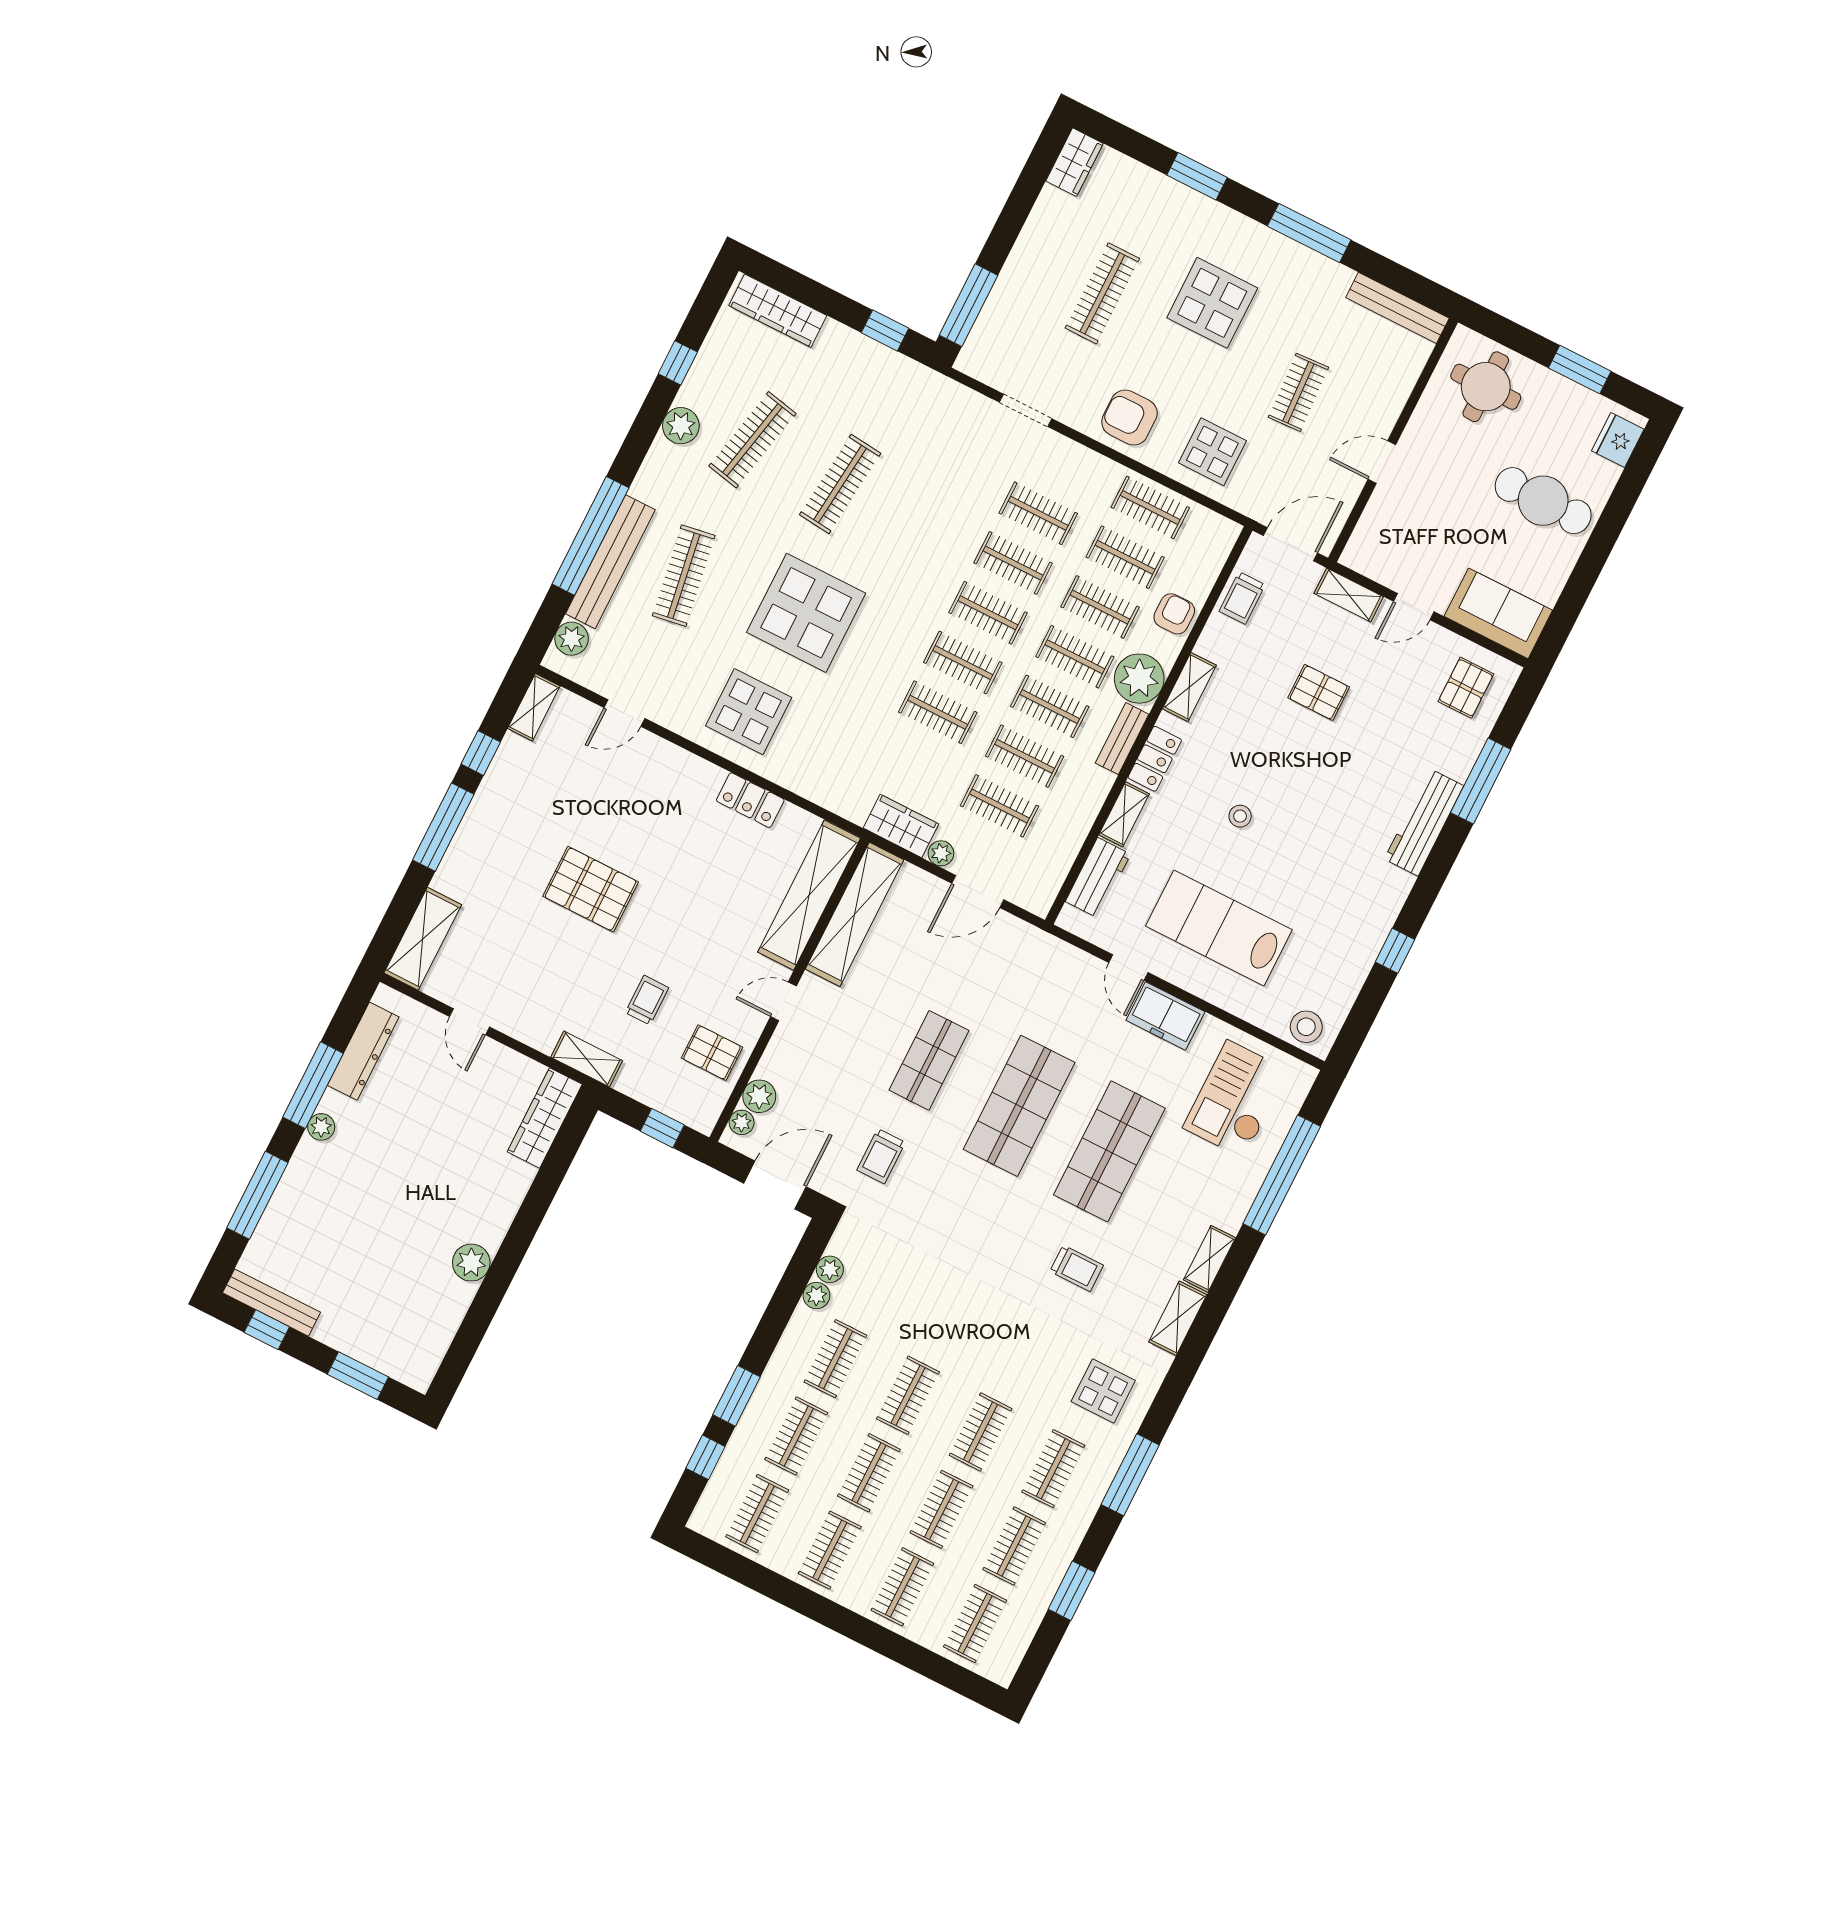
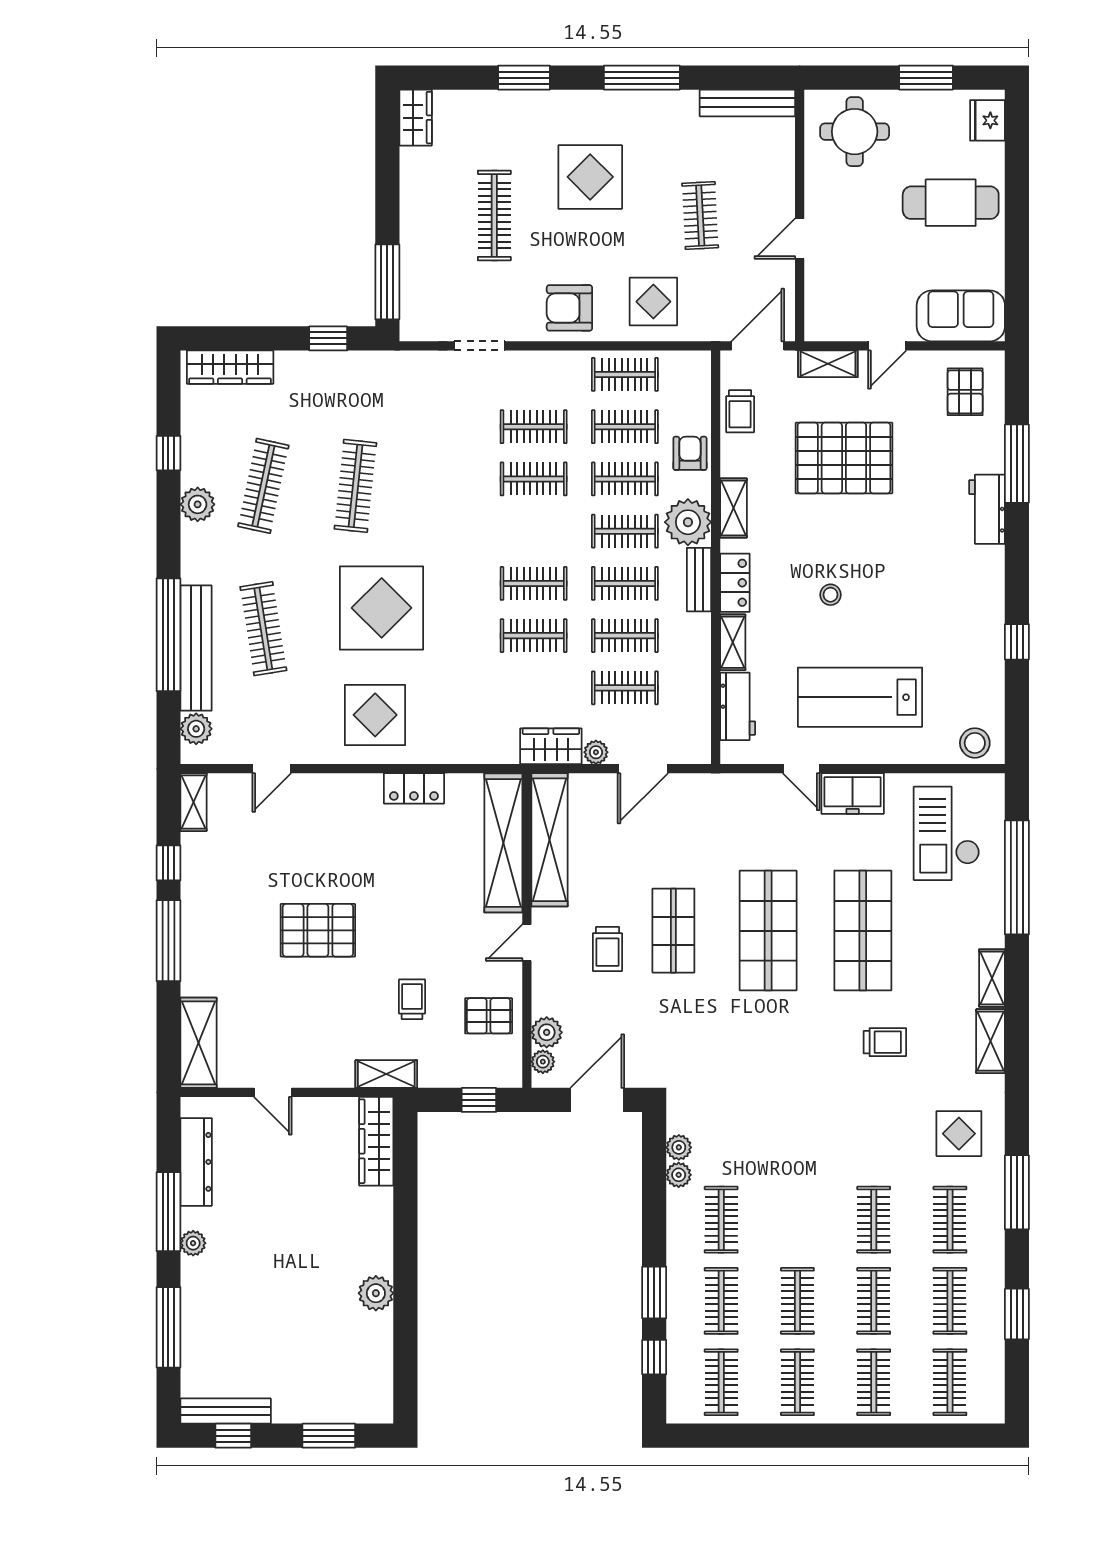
clothes rail: (988, 613) -> (534, 531), removed
pallet: (1319, 692) -> (844, 458), width x2.05, depth x2.00
workbench: (1424, 822) -> (987, 509), width x0.73
trolley: (881, 1156) -> (607, 949), moved
clothes rail: (908, 1395) -> (797, 1220), removed

